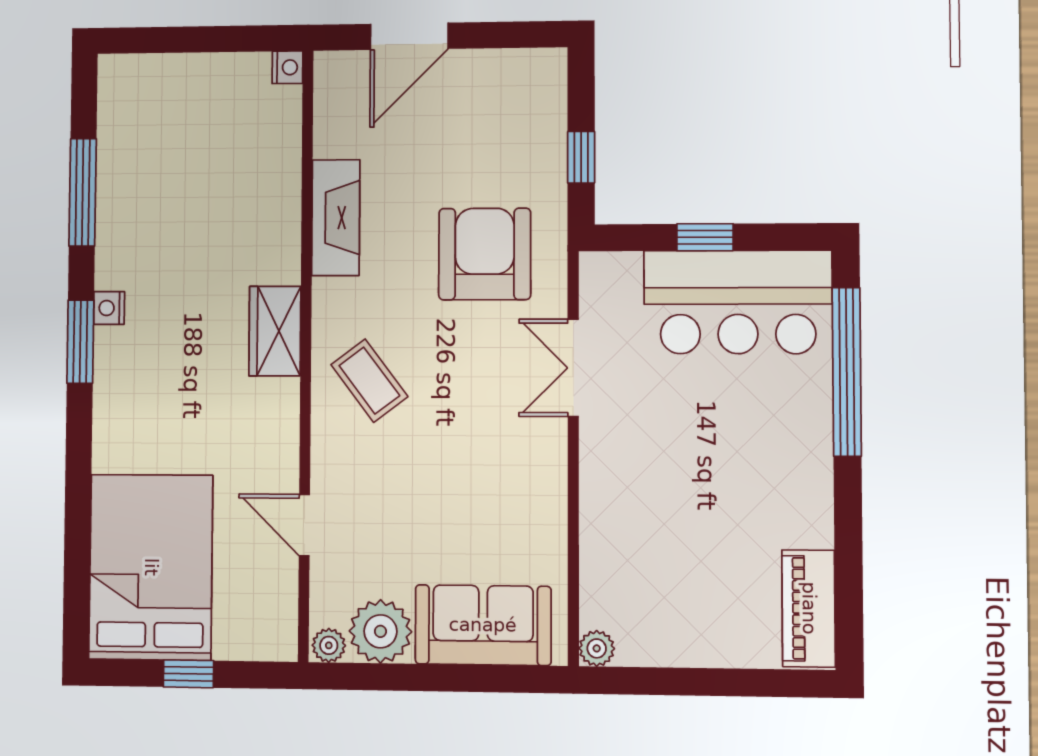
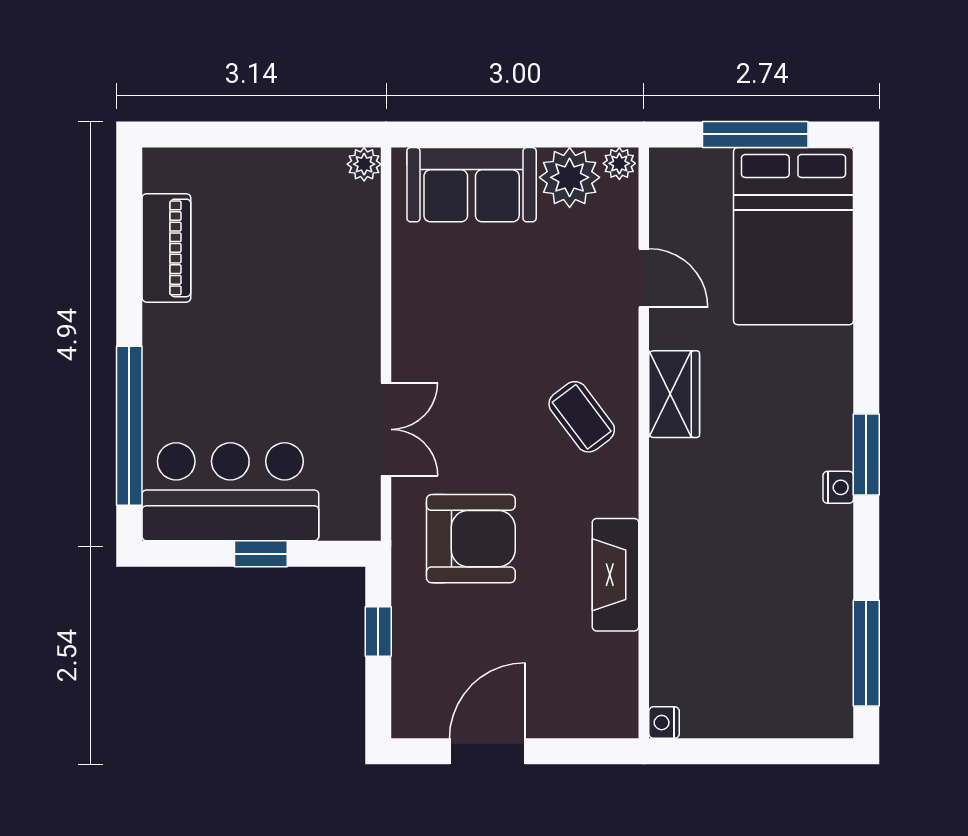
door: (409, 36) -> (487, 751), moved
window: (83, 192) -> (866, 653), moved
armchair: (485, 254) -> (471, 539), turned -90
wardrobe: (275, 331) -> (674, 394), moved
piano: (809, 608) -> (166, 248), moved
window: (188, 674) -> (755, 134), width x2.17

